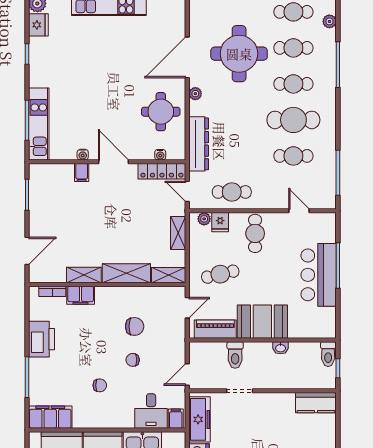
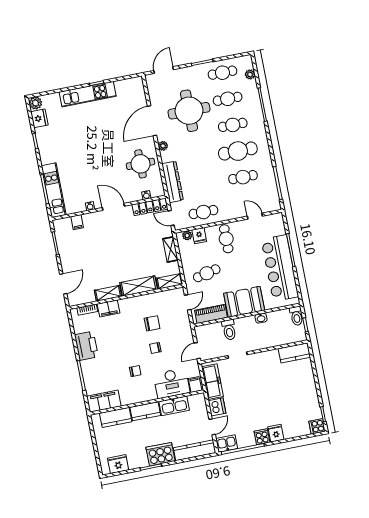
filing cabinet: (82, 173) -> (77, 222), moved
bar counter: (319, 275) -> (280, 268), width x1.36
desk: (151, 411) -> (172, 383), width x1.37

